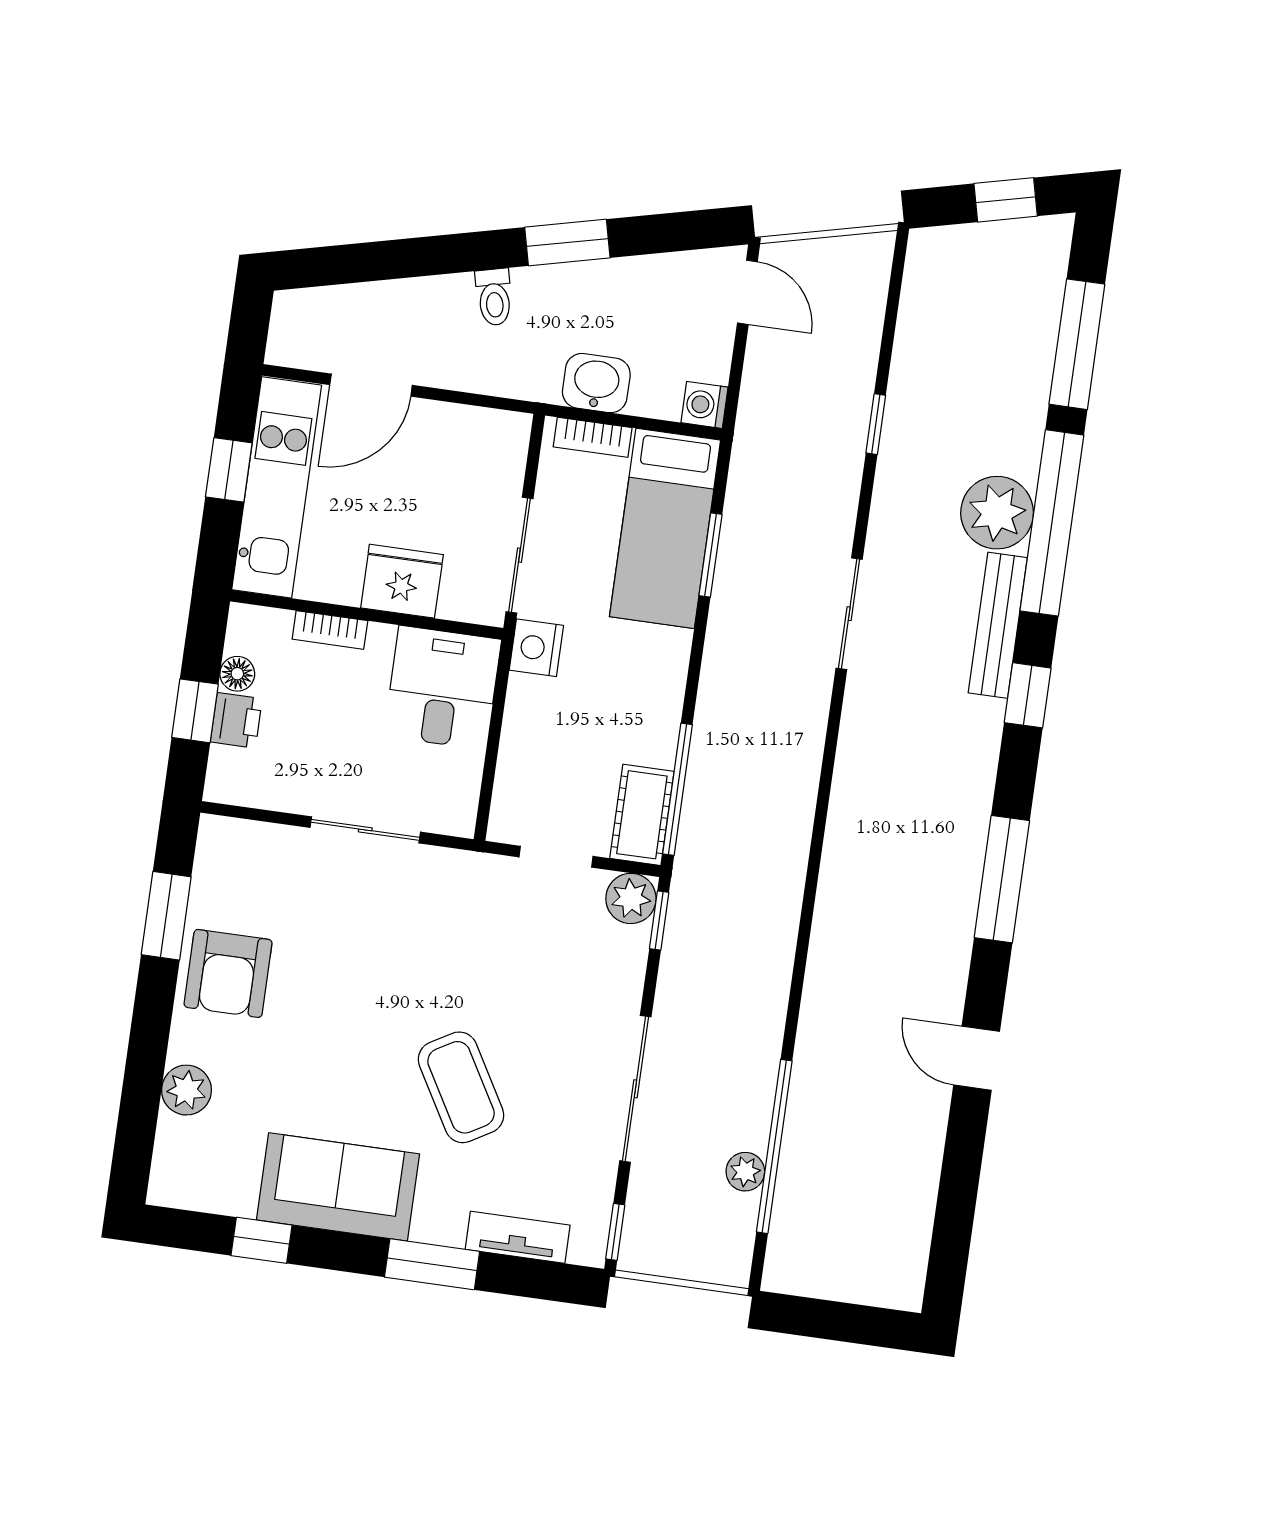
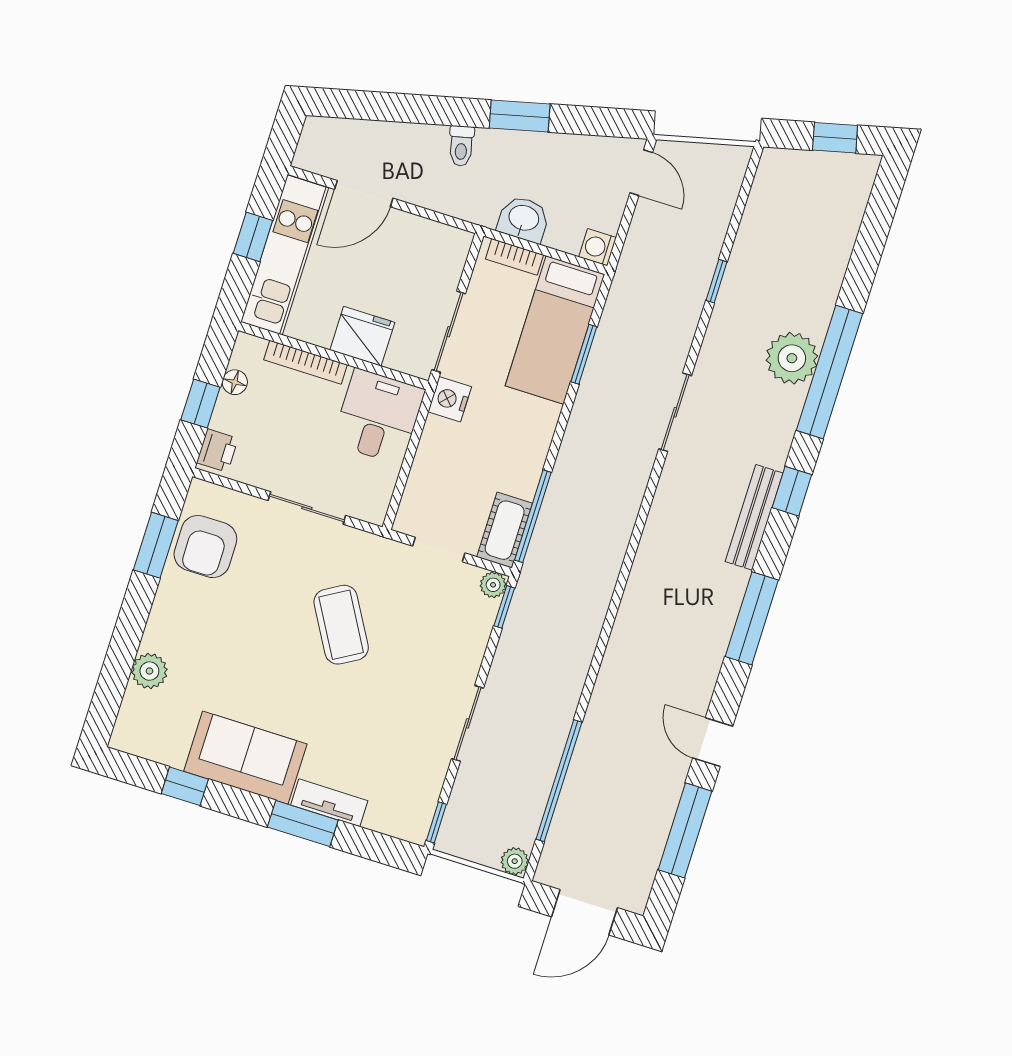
window: (1077, 344) -> (685, 830), moved
bench: (998, 625) -> (754, 517), moved
bookcase: (330, 630) -> (306, 362), width x1.56
printer: (236, 720) -> (217, 451), moved
plant: (631, 898) -> (493, 585), width x0.73, depth x0.73
armchair: (228, 973) -> (205, 547), moved
coffee table: (461, 1087) -> (341, 625), moved
sliding door: (635, 1089) -> (468, 723), width x0.73
plant: (745, 1172) -> (515, 861), moved
tv unit: (518, 1237) -> (329, 803), moved
door: (839, 1322) -> (584, 912), added

